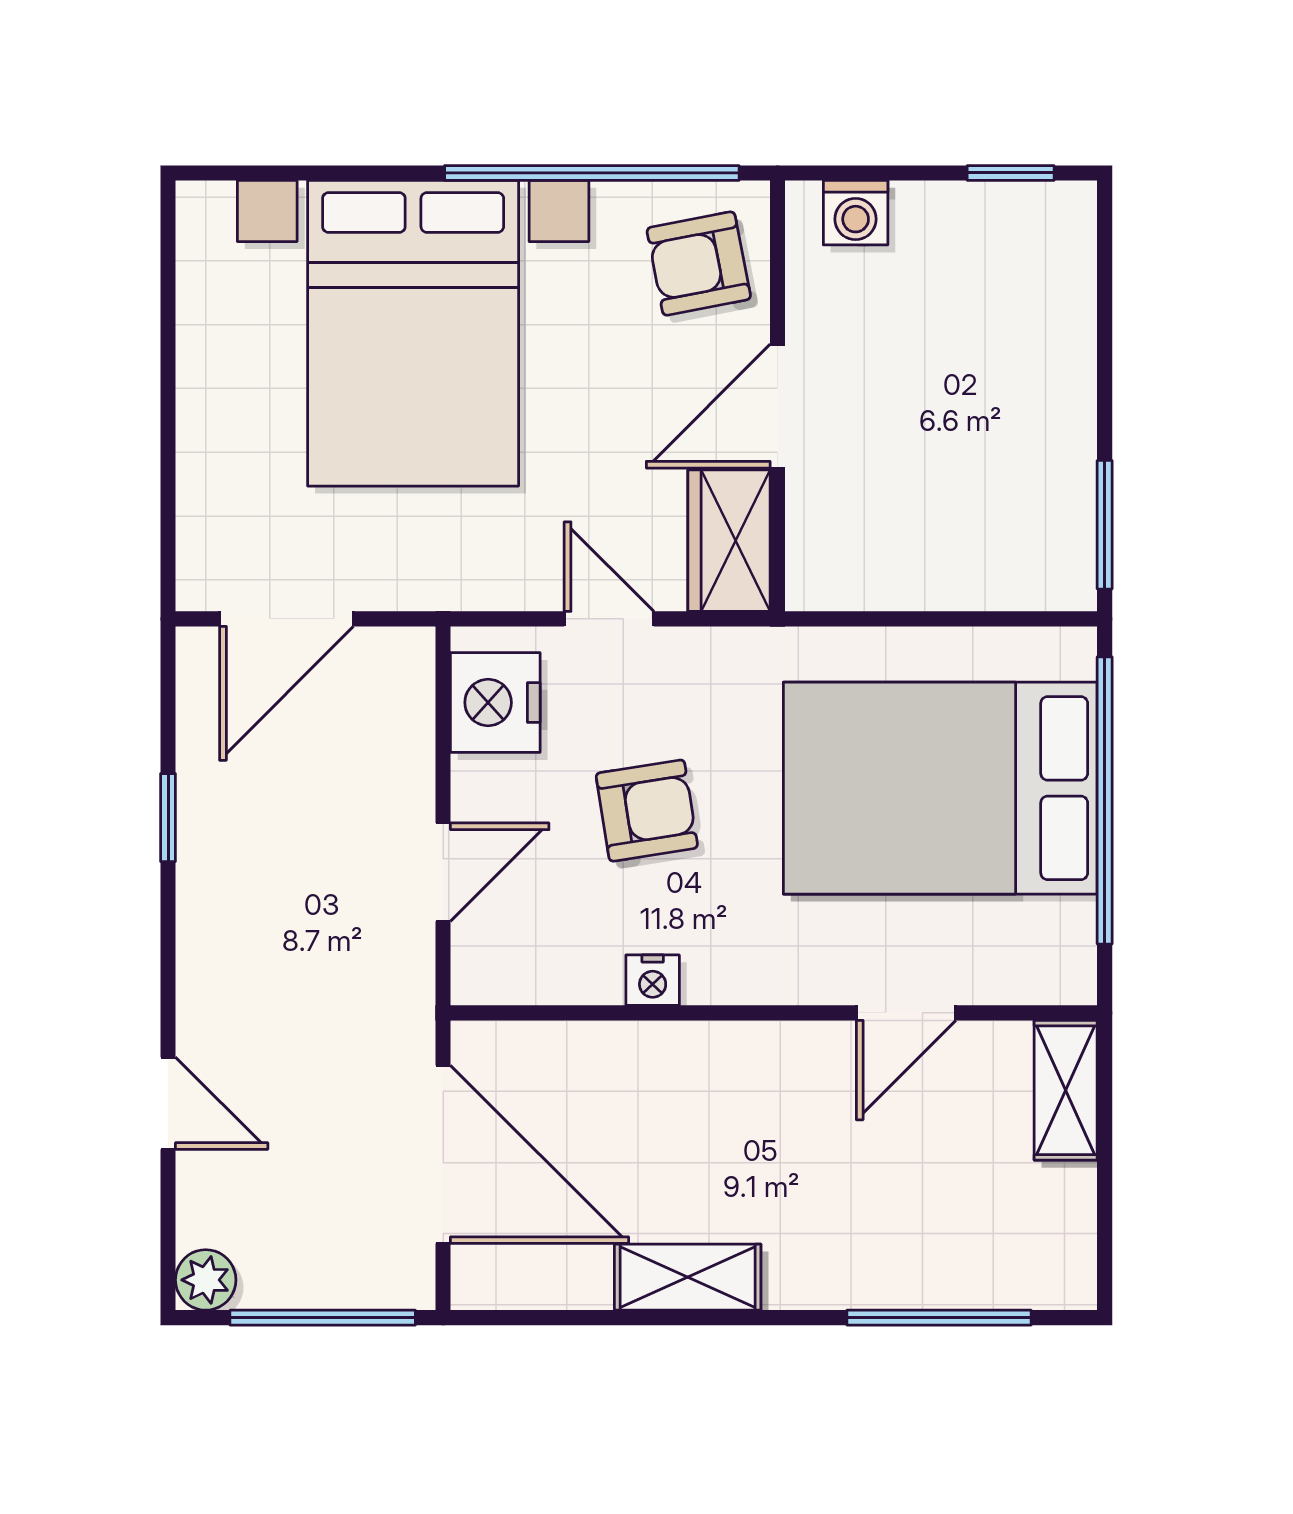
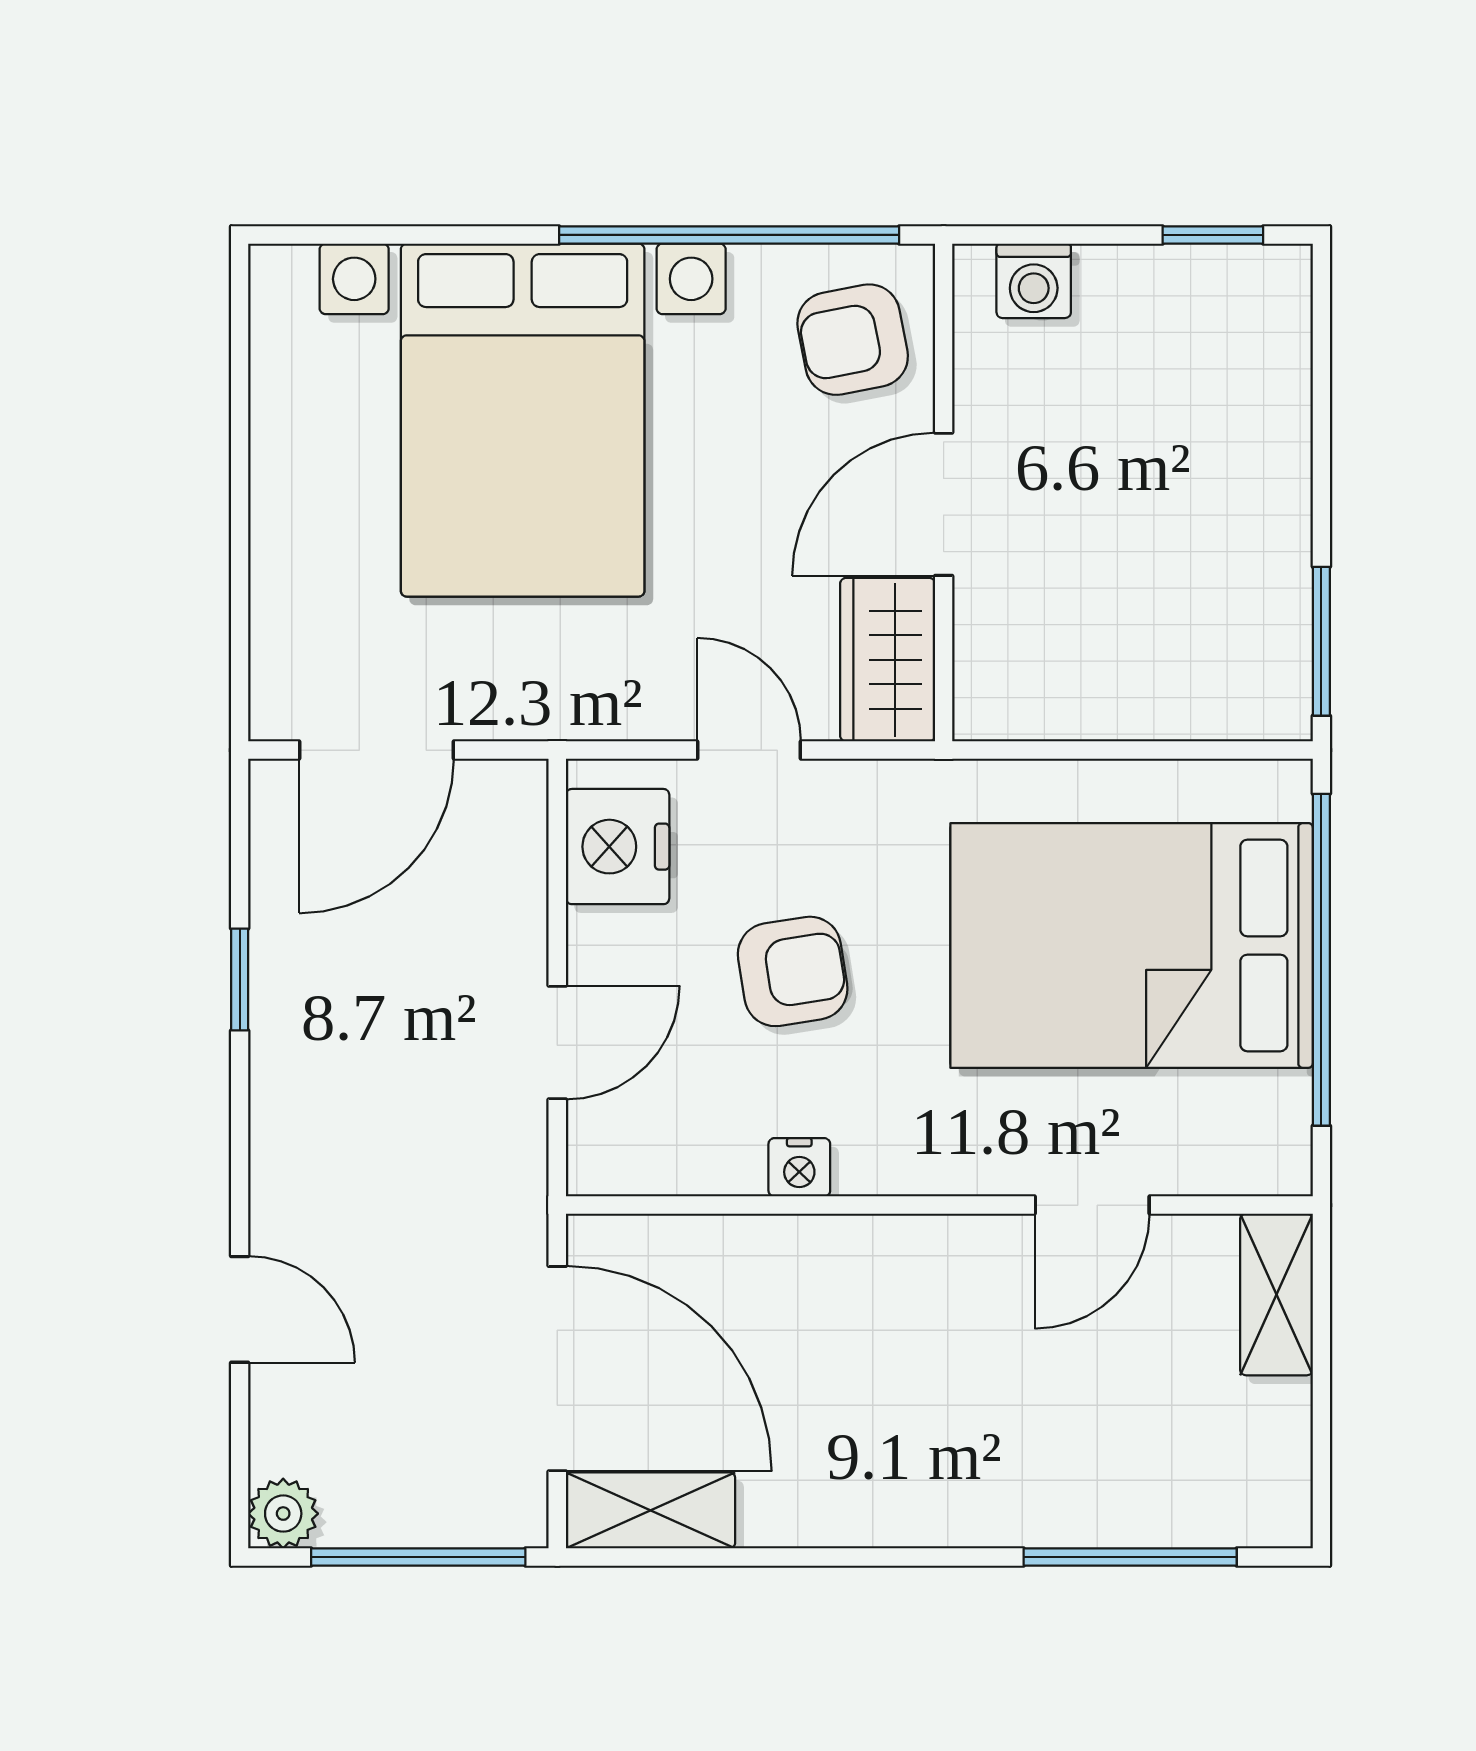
shelving: (688, 1277) -> (651, 1510), moved

